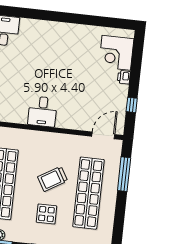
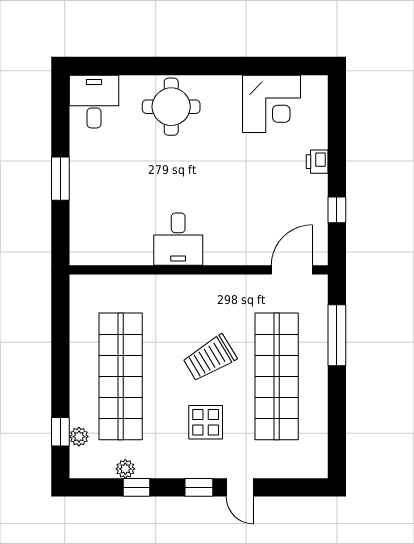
round table: (47, 38) -> (171, 107), added
corner desk: (116, 53) -> (271, 104), moved, turned -90

